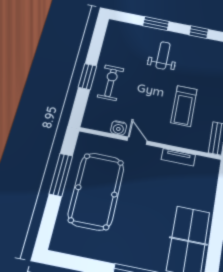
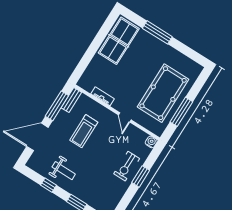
weight bench: (163, 55) -> (64, 171), moved, turned -90
treadmill: (184, 106) -> (84, 131), turned 180
water cooler: (119, 128) -> (151, 142), moved

